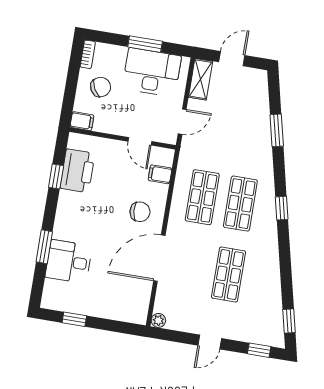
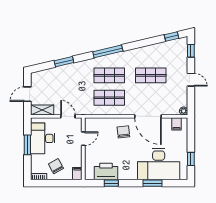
door: (232, 59) -> (27, 94), hinge flipped
filing cabinet: (160, 174) -> (177, 124), moved
window: (282, 208) -> (108, 51), width x2.17
desk: (69, 262) -> (159, 164), width x1.87, depth x1.30

